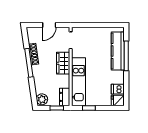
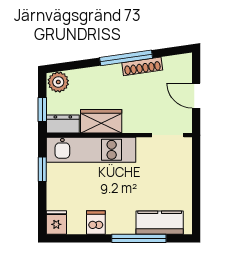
kitchen counter: (118, 51) -> (160, 223), width x0.67
wardrobe: (63, 63) -> (101, 121), moved
dishwasher: (118, 89) -> (96, 222), moved

